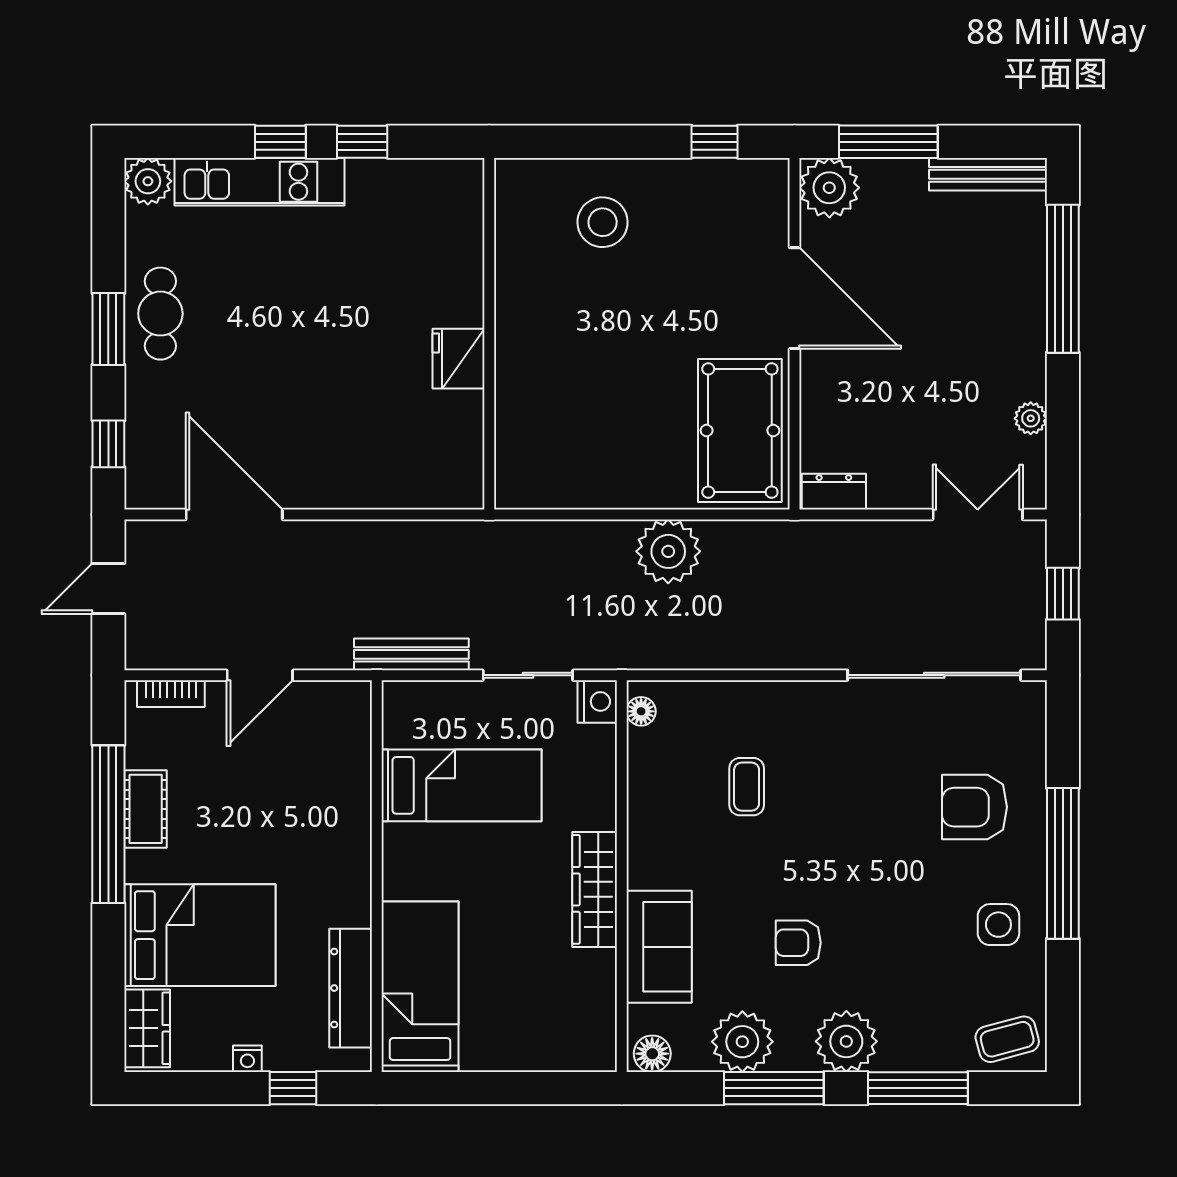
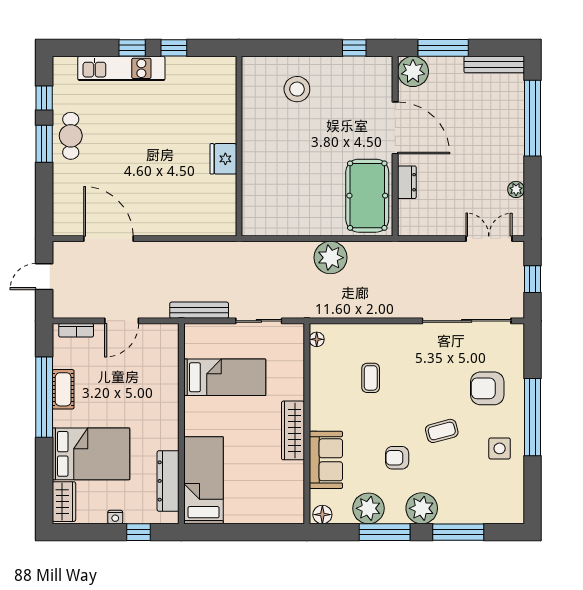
plant: (148, 181) -> (64, 68), removed
window: (108, 444) -> (44, 98), moved
dresser: (834, 492) -> (407, 182), moved, turned 90
nightstand: (597, 701) -> (294, 334), removed
coffee table: (1007, 1039) -> (442, 431), moved

